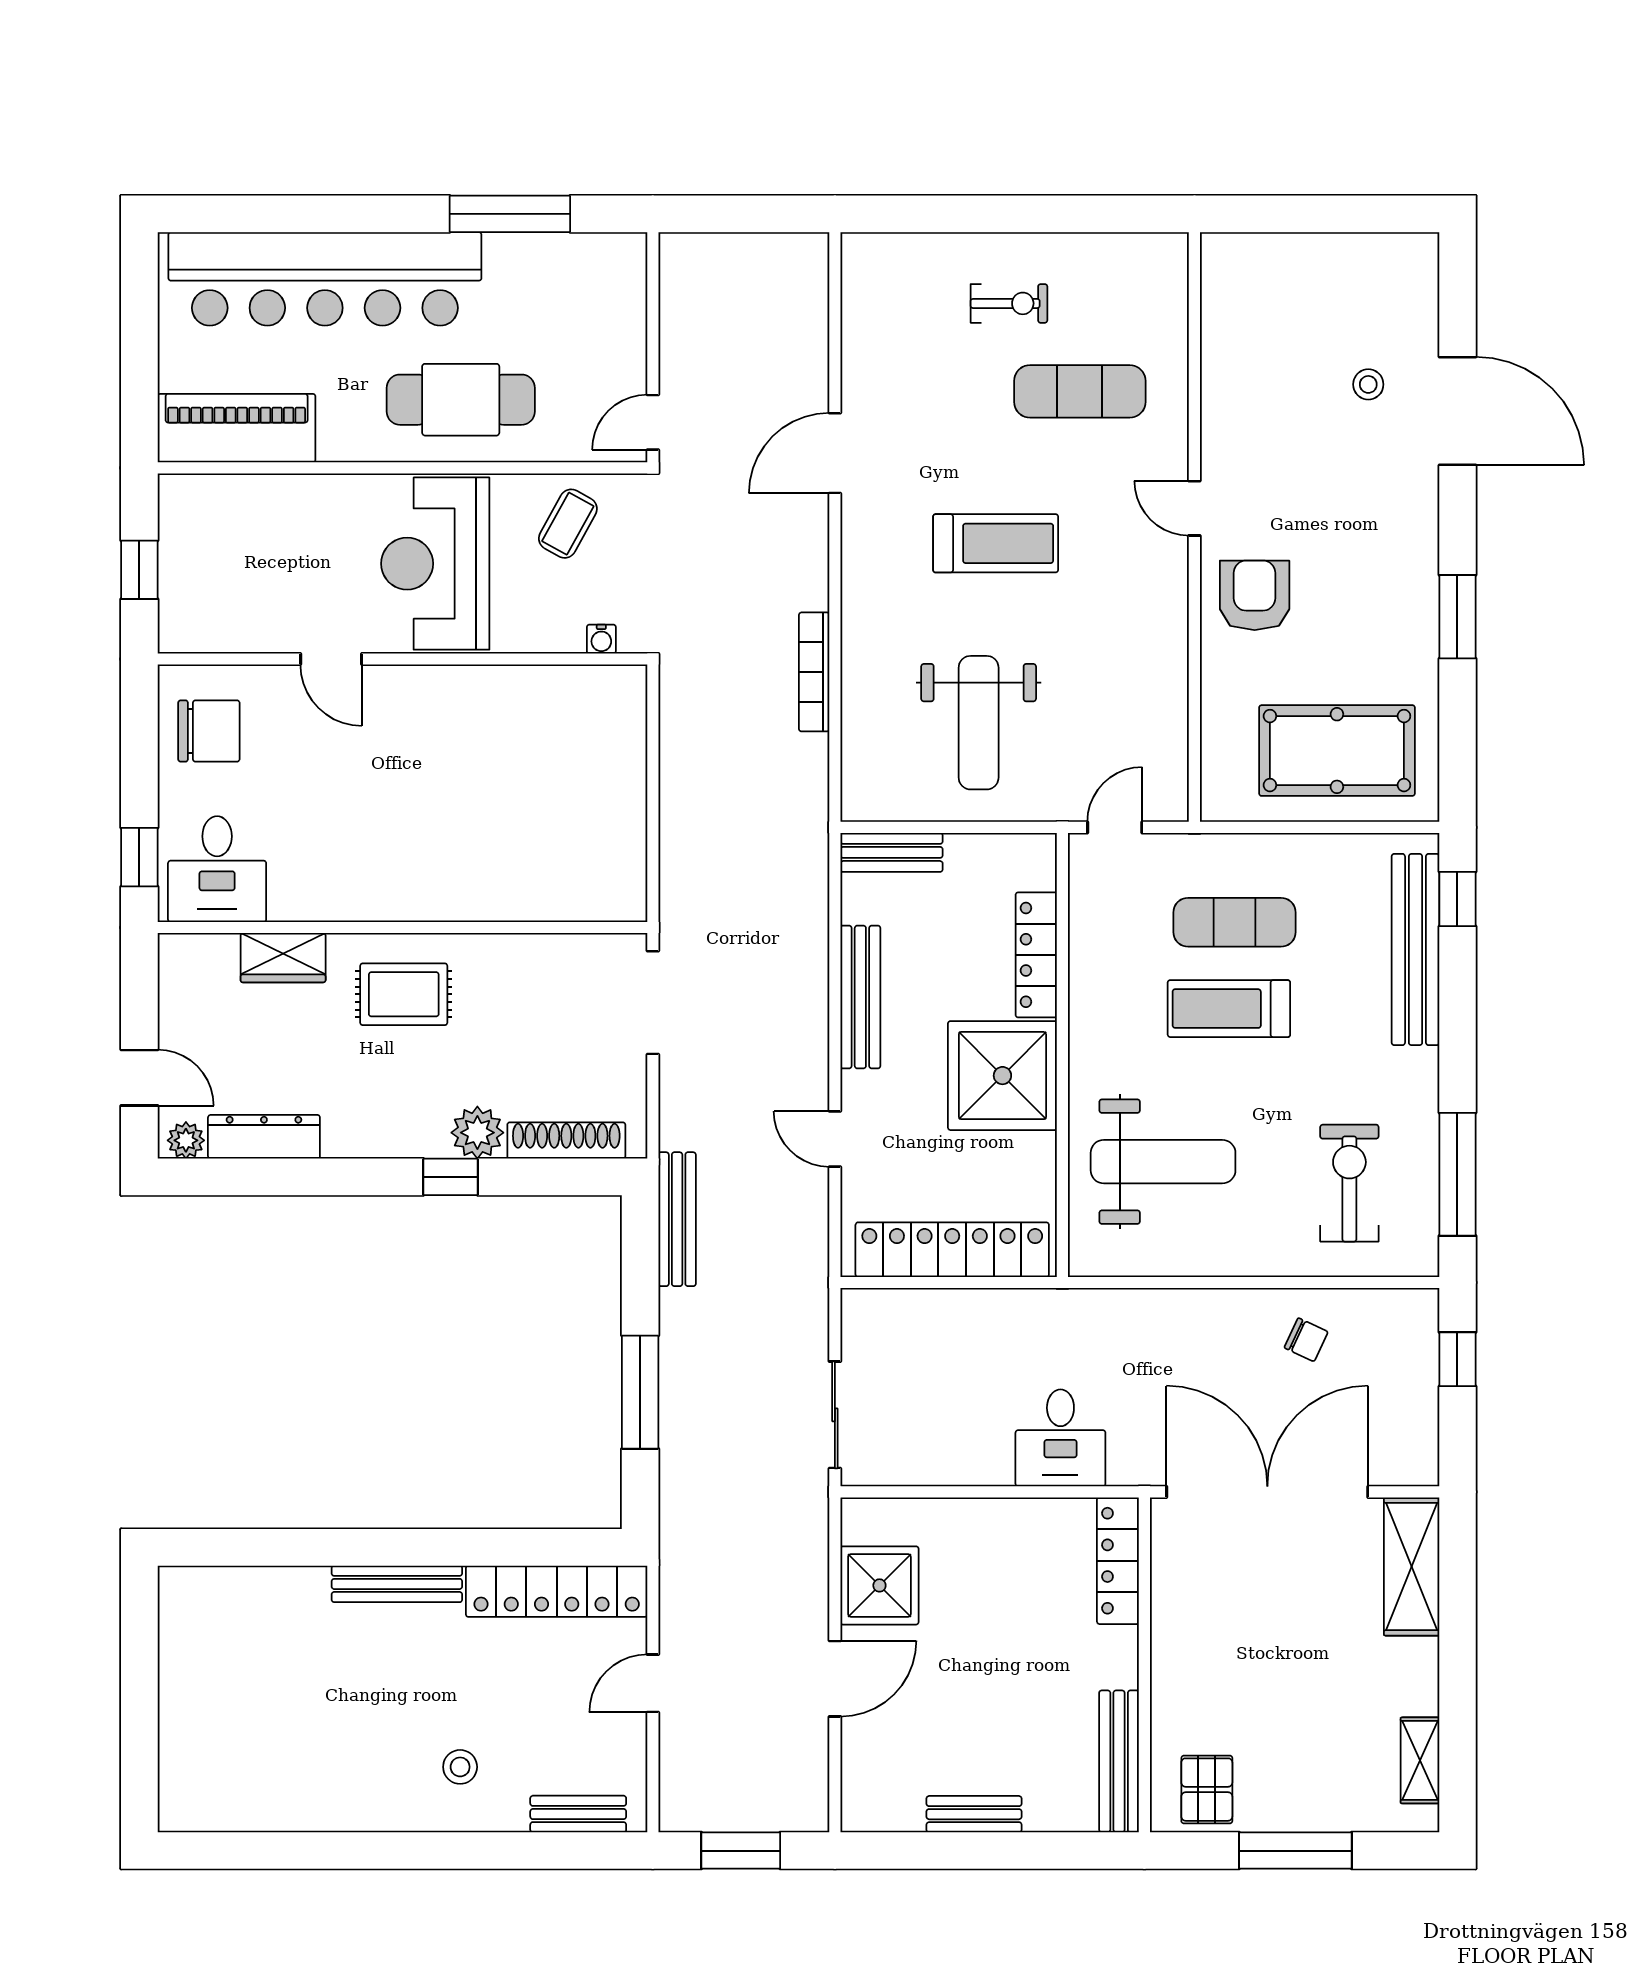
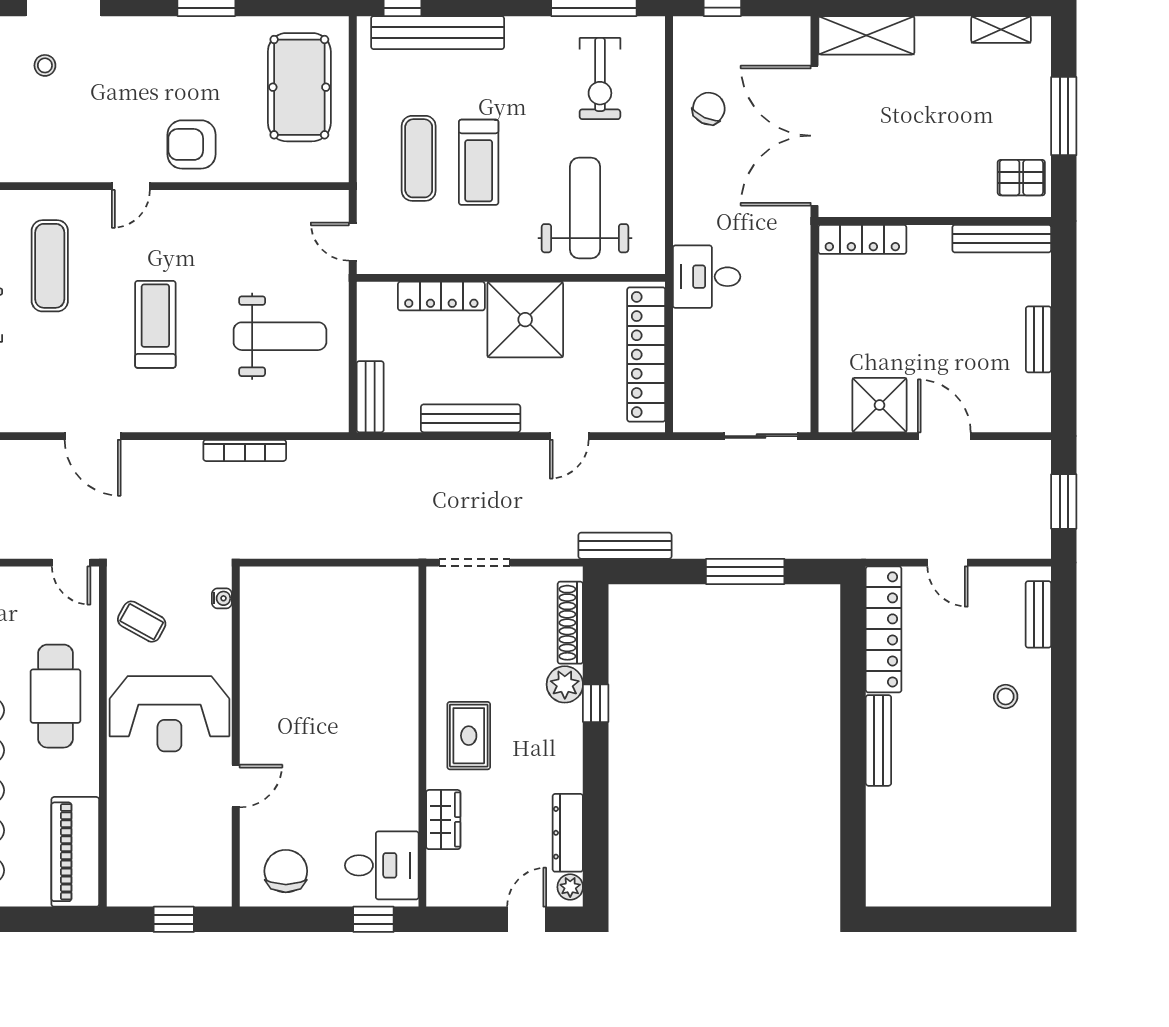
exercise bike: (1349, 1183) -> (600, 79), turned -90
chair: (1306, 1340) -> (709, 109), width x1.37, depth x1.37
desk: (1060, 1438) -> (707, 277), moved, turned 180

